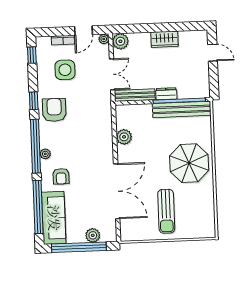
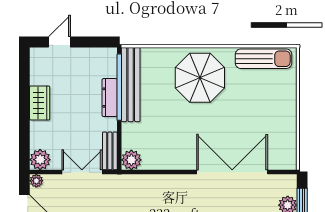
dresser: (166, 94) -> (110, 98), width x1.44
bench: (135, 95) -> (110, 151), width x0.73
plant: (124, 137) -> (131, 160), moved
sun lounger: (166, 211) -> (264, 59), moved

